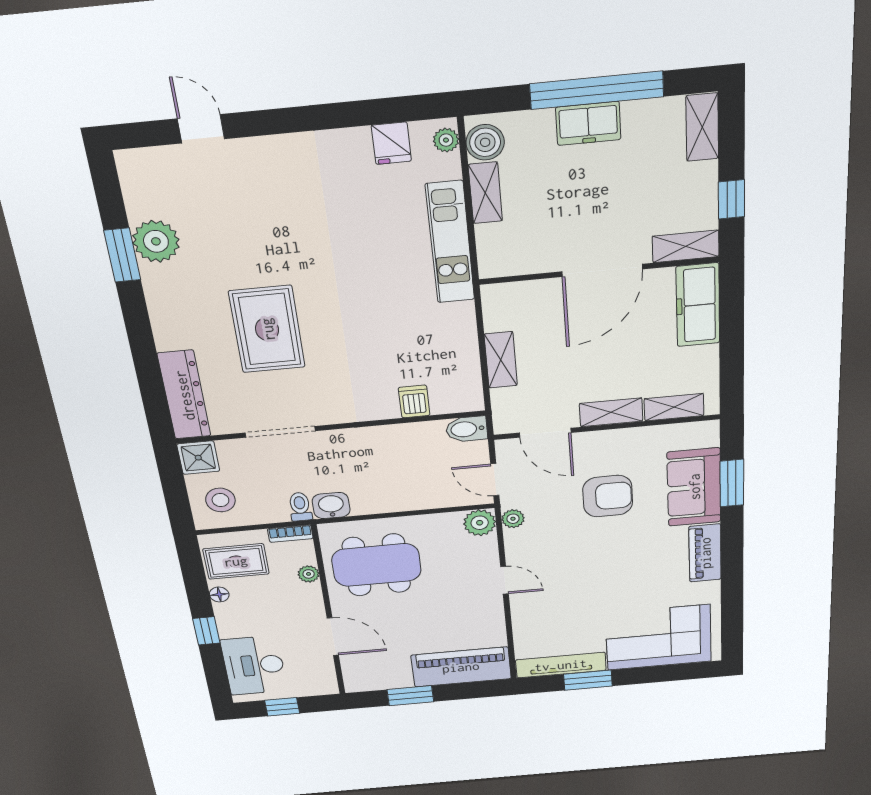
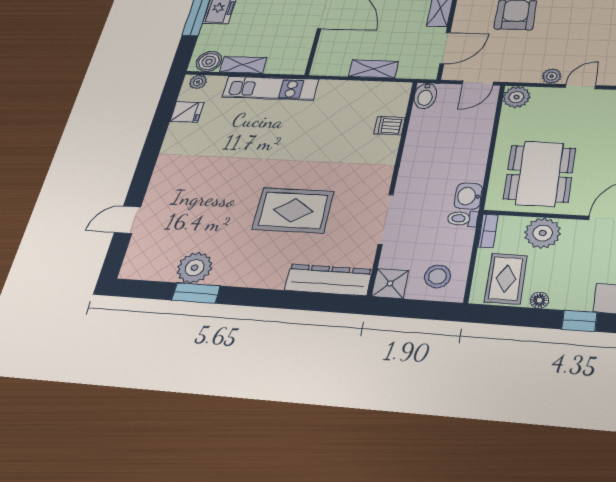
plant: (513, 519) -> (552, 76), moved
plant: (309, 574) -> (543, 233), width x1.87, depth x1.87

